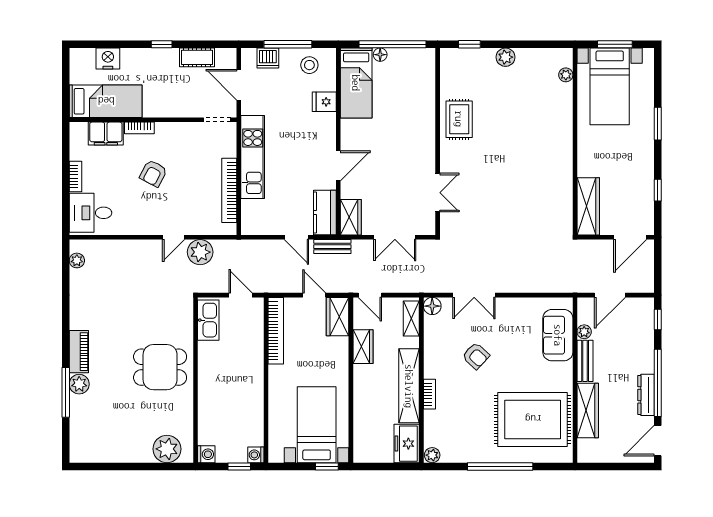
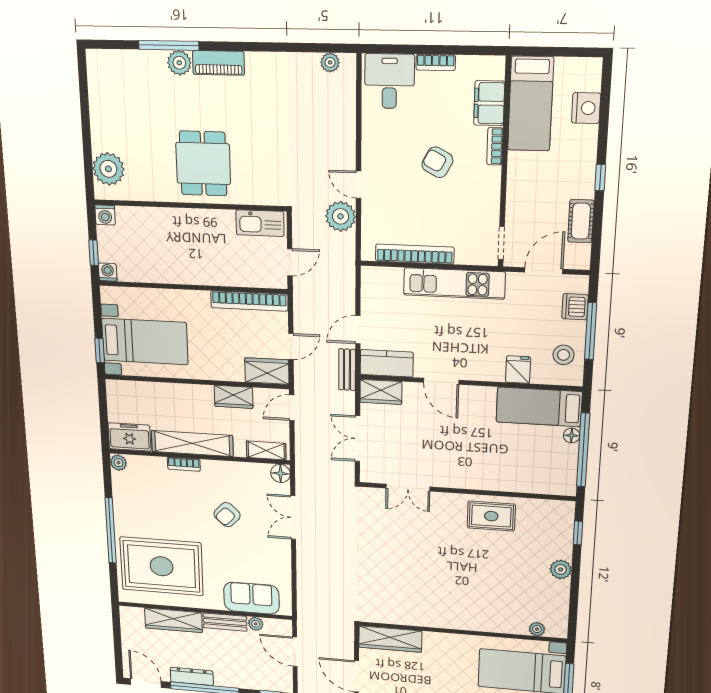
rug: (533, 419) -> (162, 566), turned 90

